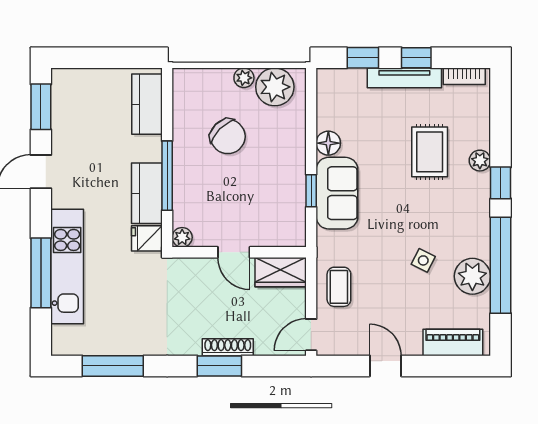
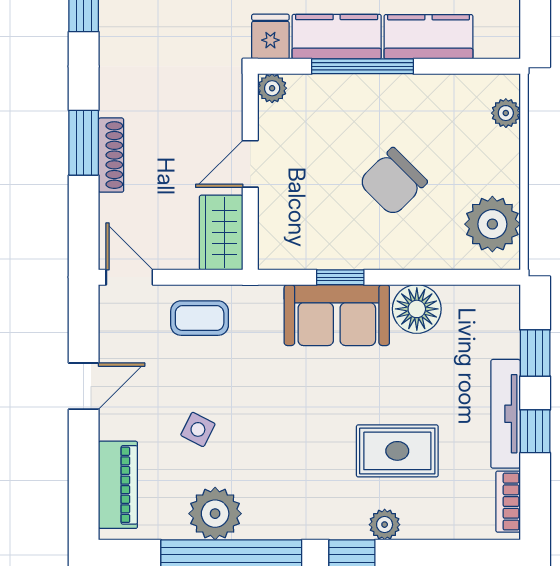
plant: (244, 78) -> (506, 113), moved
kitchen counter: (147, 104) -> (428, 37), moved
chair: (228, 136) -> (393, 182), moved
floor lamp: (328, 143) -> (417, 309), width x1.38, depth x1.38
side table: (423, 260) -> (198, 429), moved

